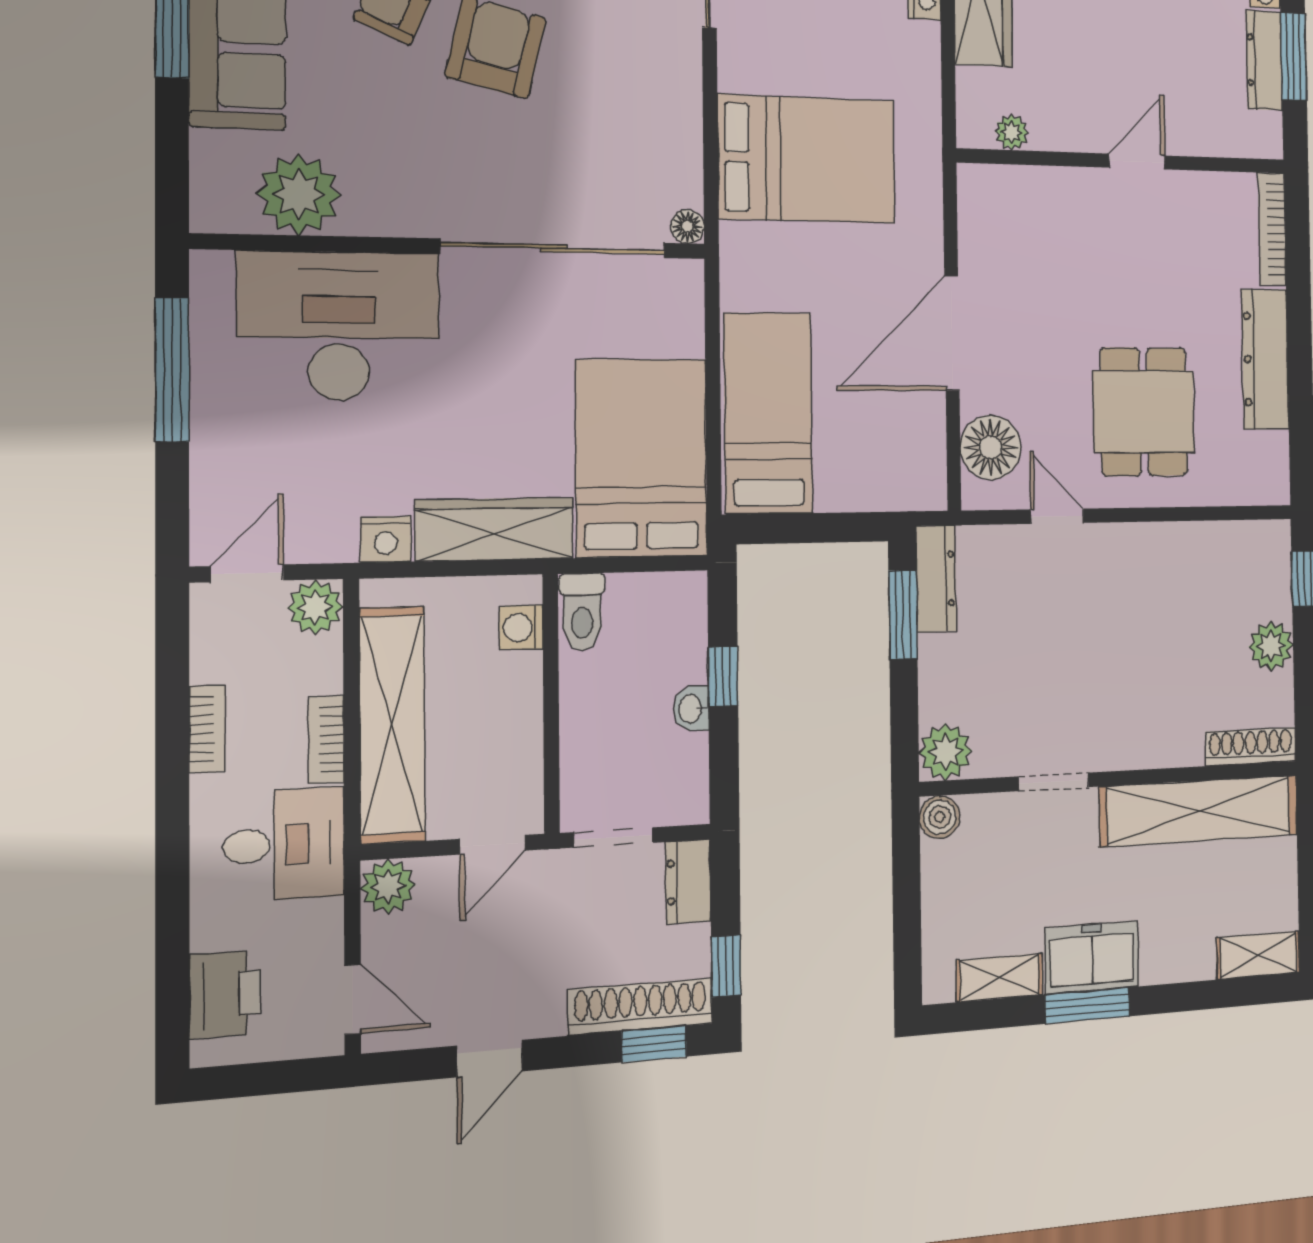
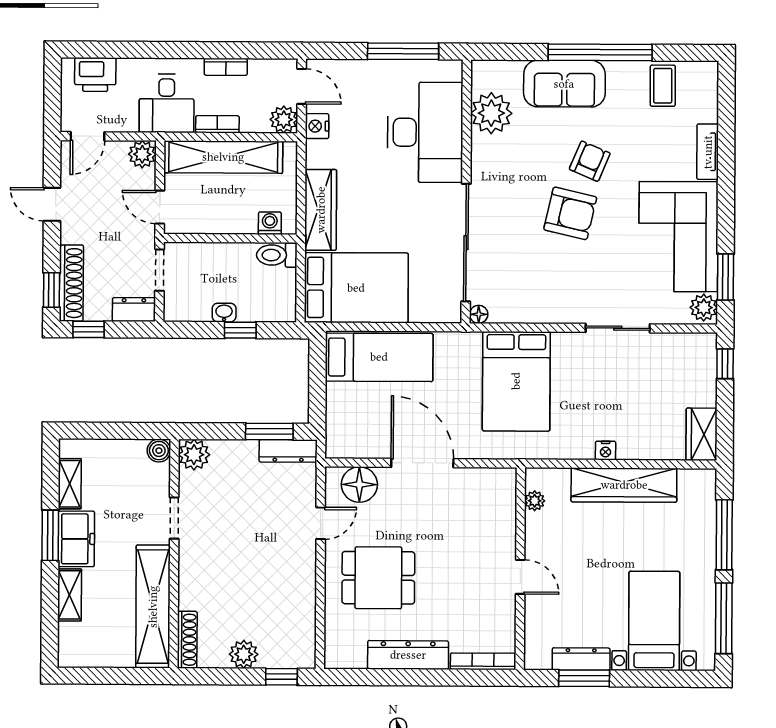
nightstand: (386, 539) -> (317, 126), moved
shelving: (1258, 955) -> (70, 595), moved

